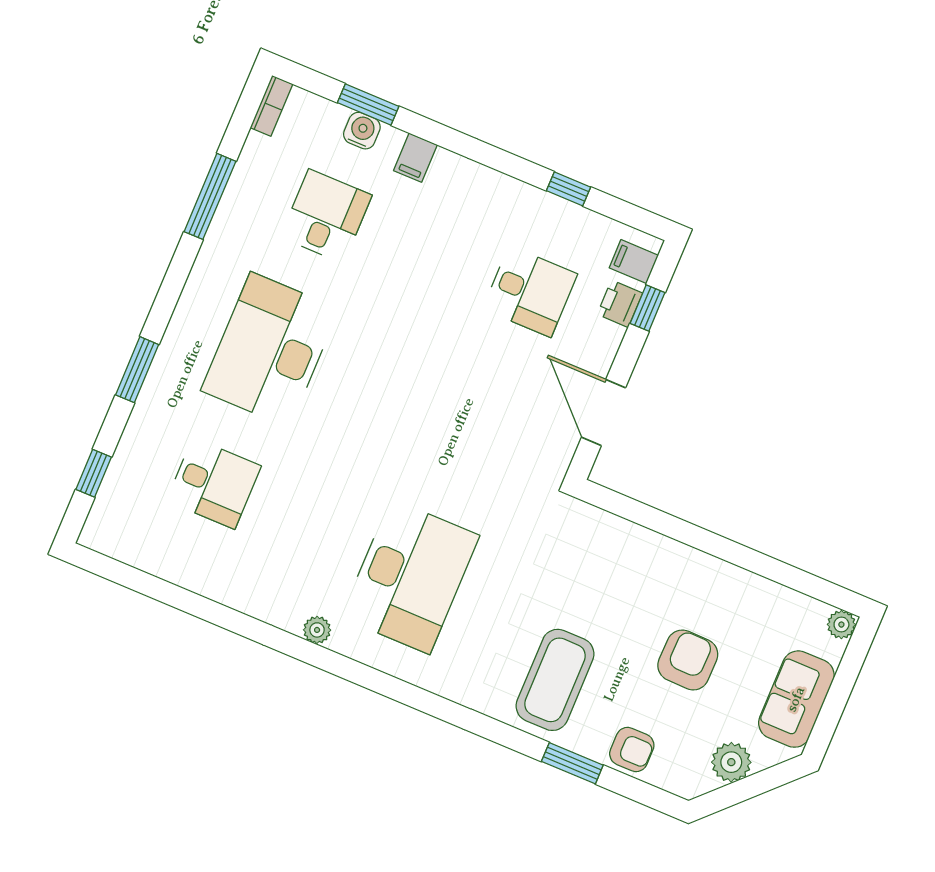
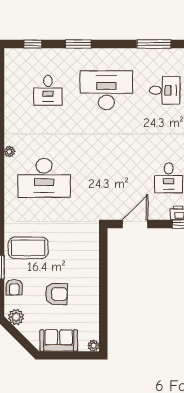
plant: (731, 762) -> (16, 317), moved

